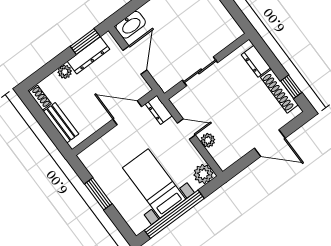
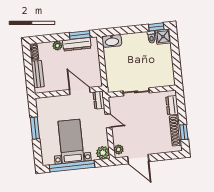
door: (135, 60) -> (102, 63), removed
plant: (208, 140) -> (119, 150), moved
door: (270, 143) -> (138, 159), moved

